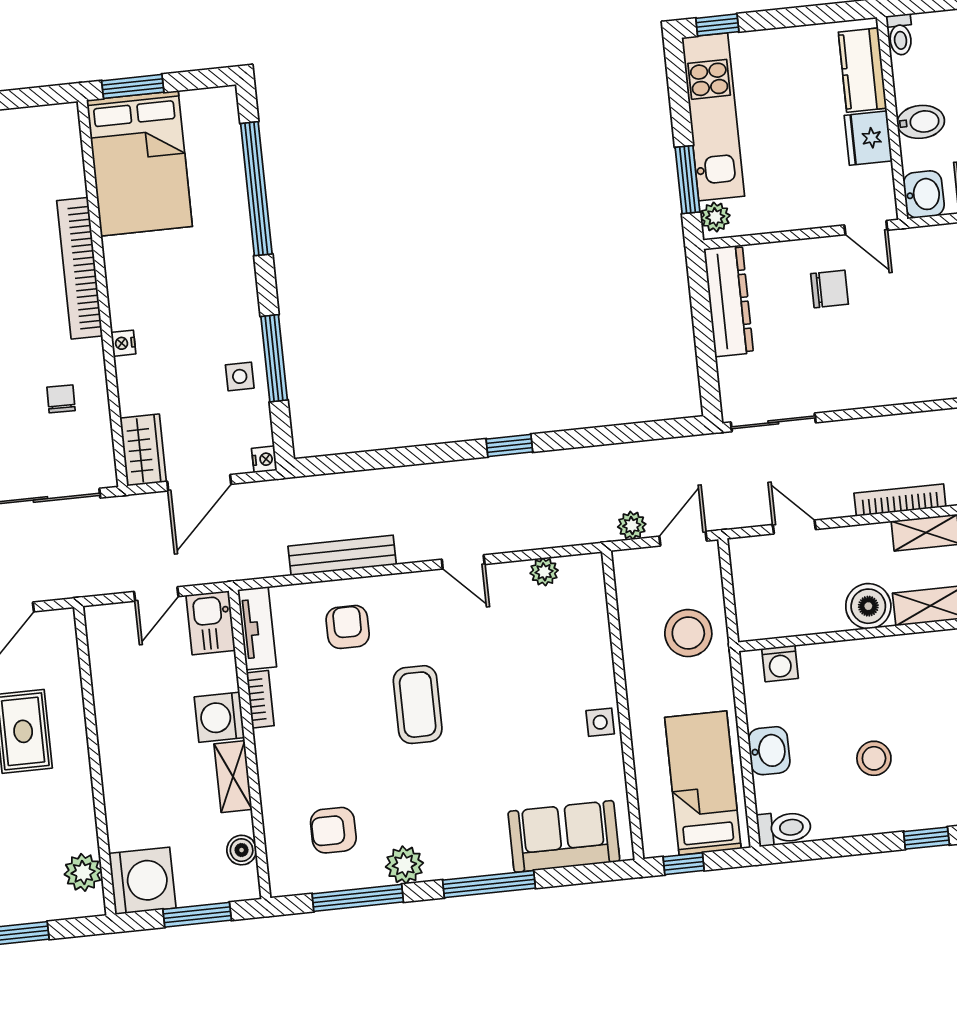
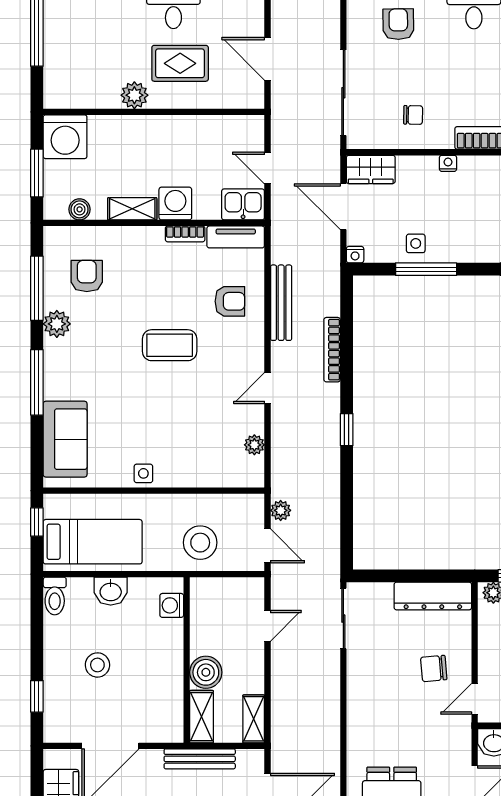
chair: (830, 289) -> (434, 668), turned 85
bookcase: (900, 500) -> (332, 350), moved, turned 180
plant: (83, 872) -> (134, 95), moved

